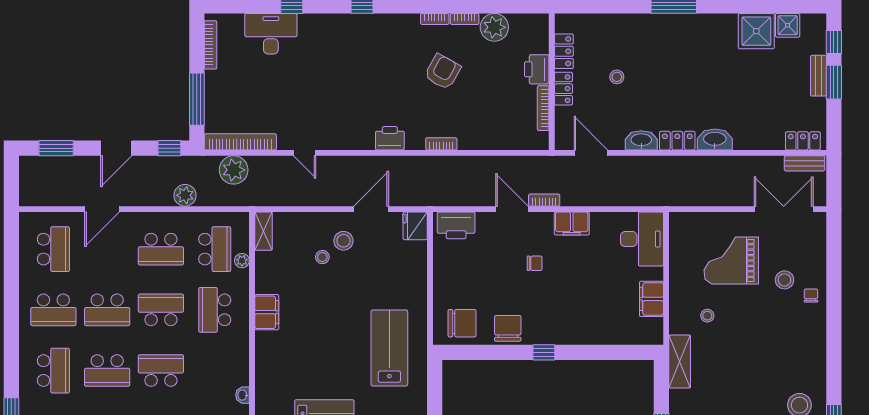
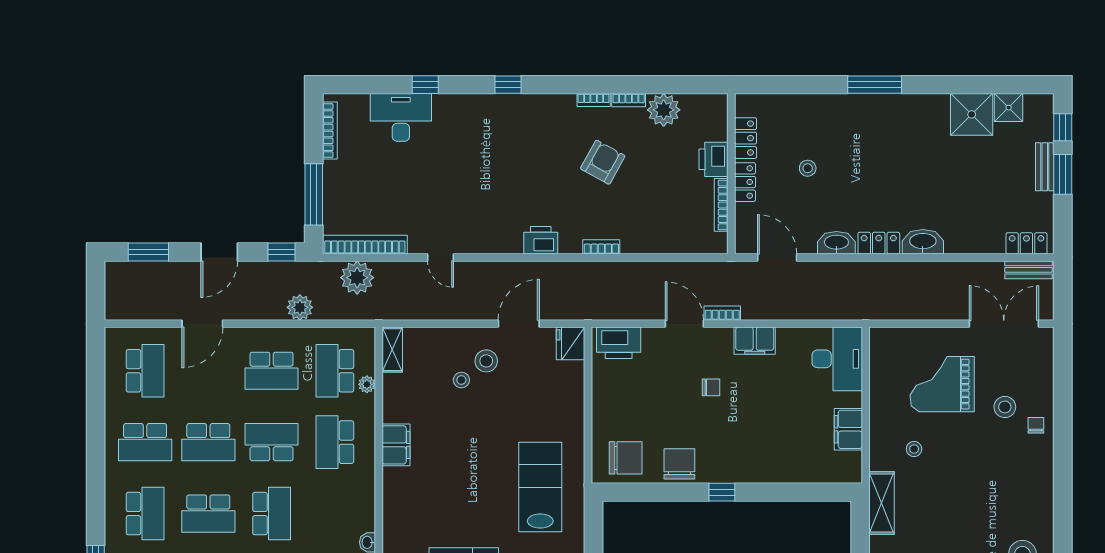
school desk: (215, 249) -> (335, 371), turned 180
school desk: (161, 371) -> (272, 514), turned 90

